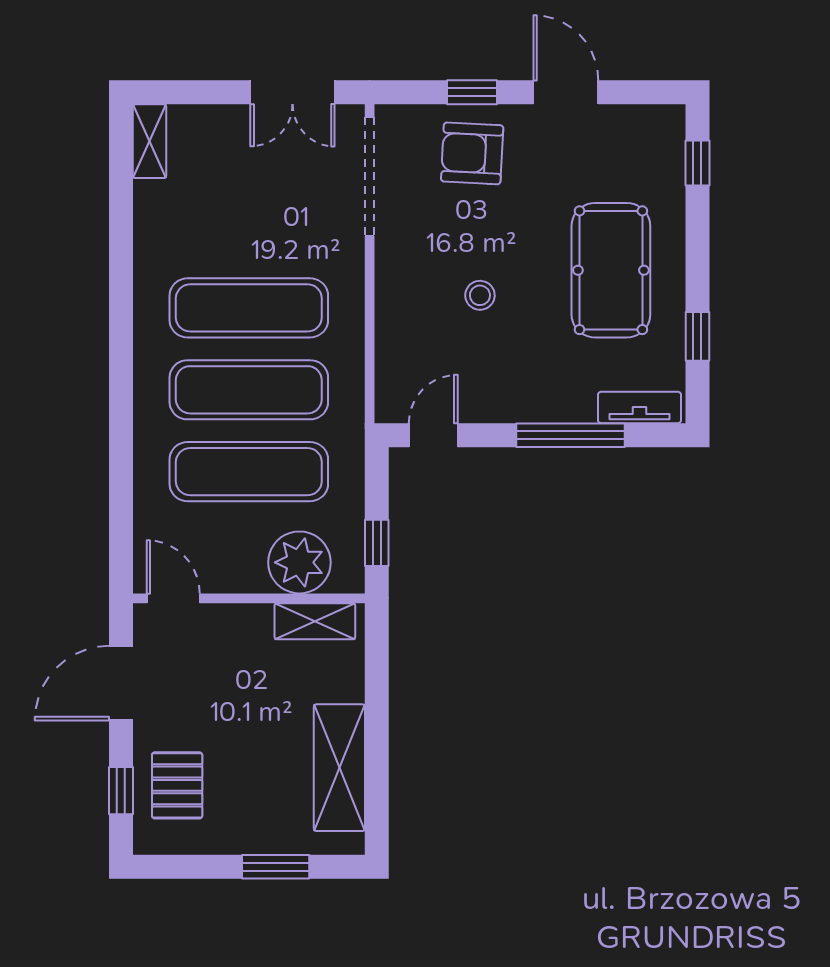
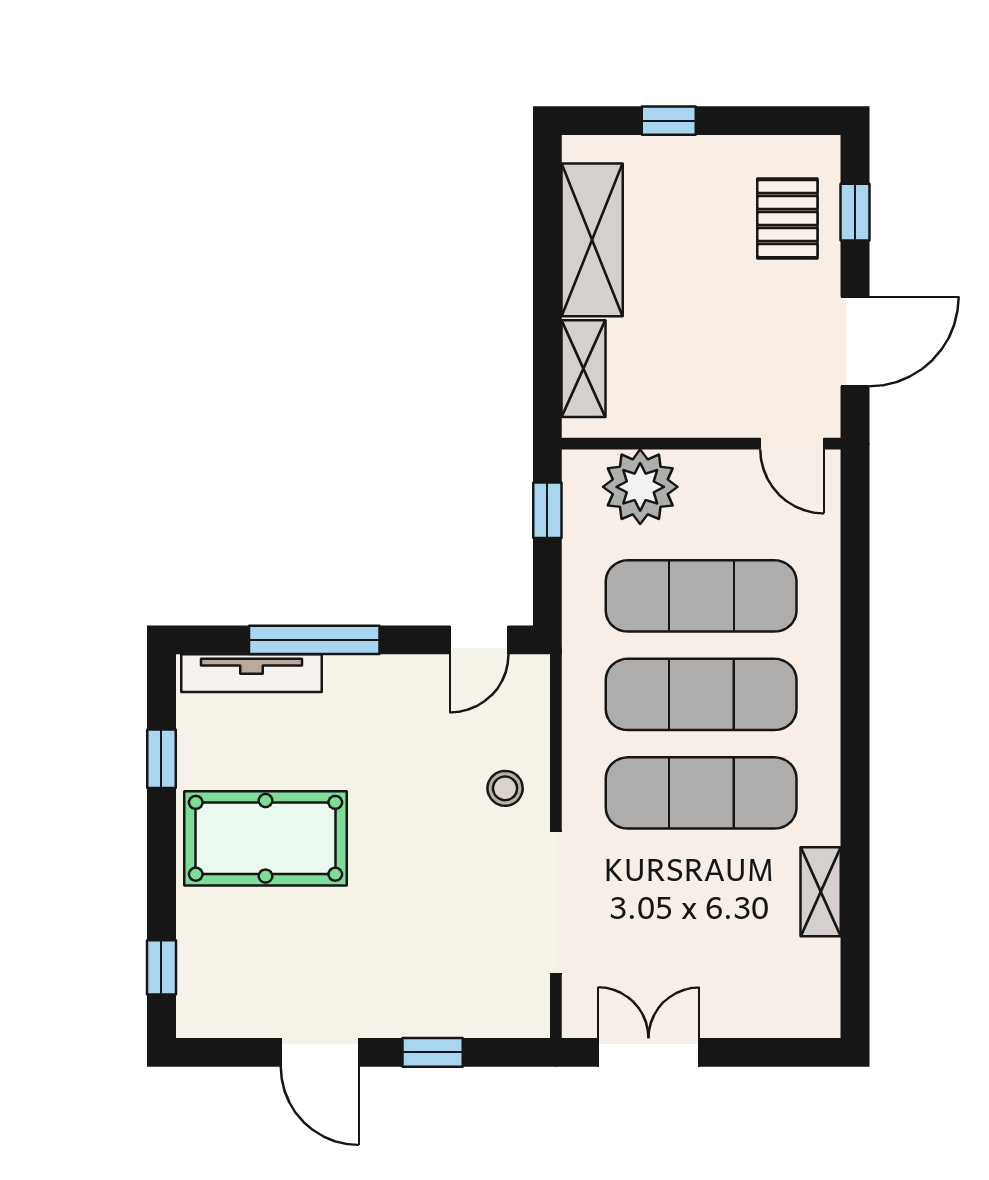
shelving: (149, 141) -> (821, 892), moved
armchair: (472, 153) -> (432, 979), removed
doorway: (370, 177) -> (556, 903), moved
pool table: (611, 270) -> (266, 838), turned 90
stool: (480, 295) -> (505, 788), moved
tv unit: (639, 407) -> (251, 673), width x1.41
shelving: (315, 621) -> (583, 369), moved, turned 90
window: (276, 867) -> (669, 121), width x0.67

